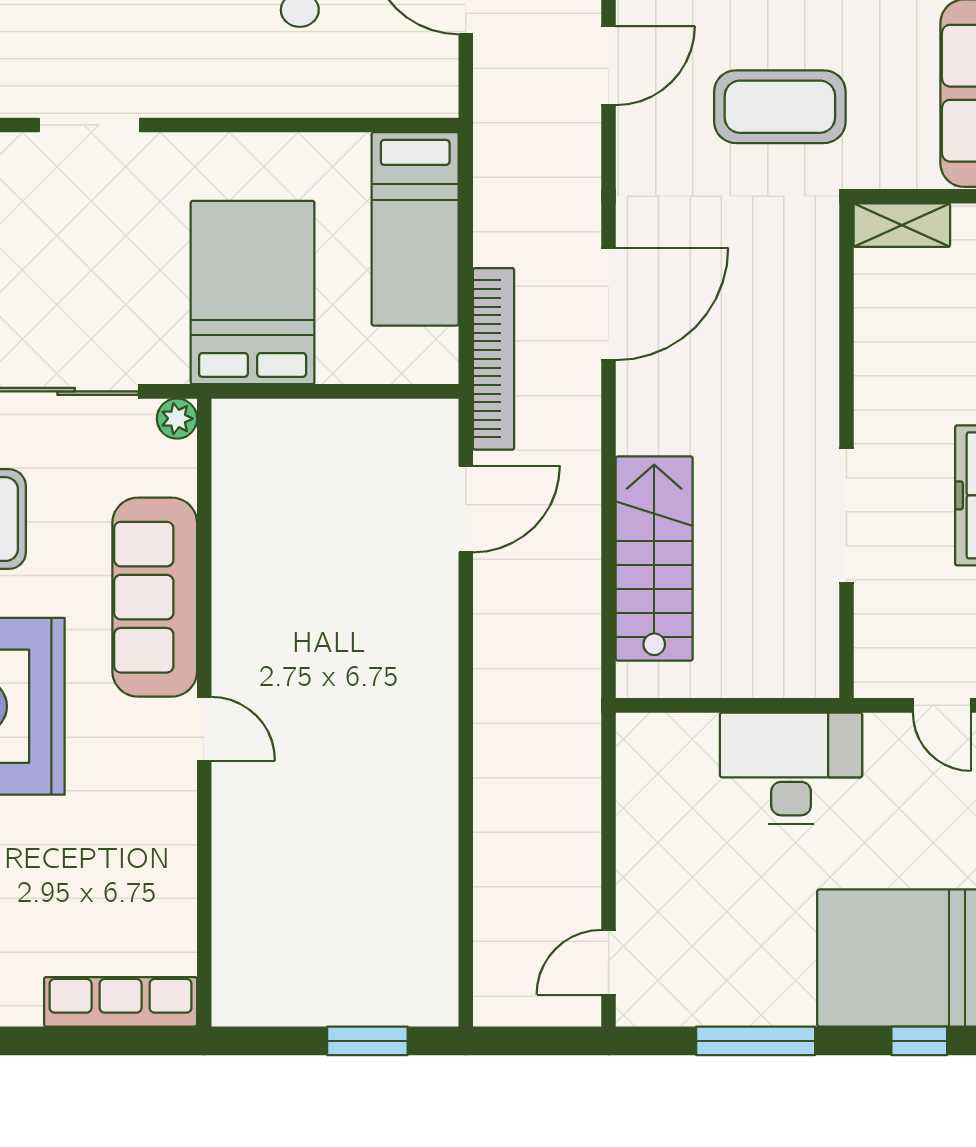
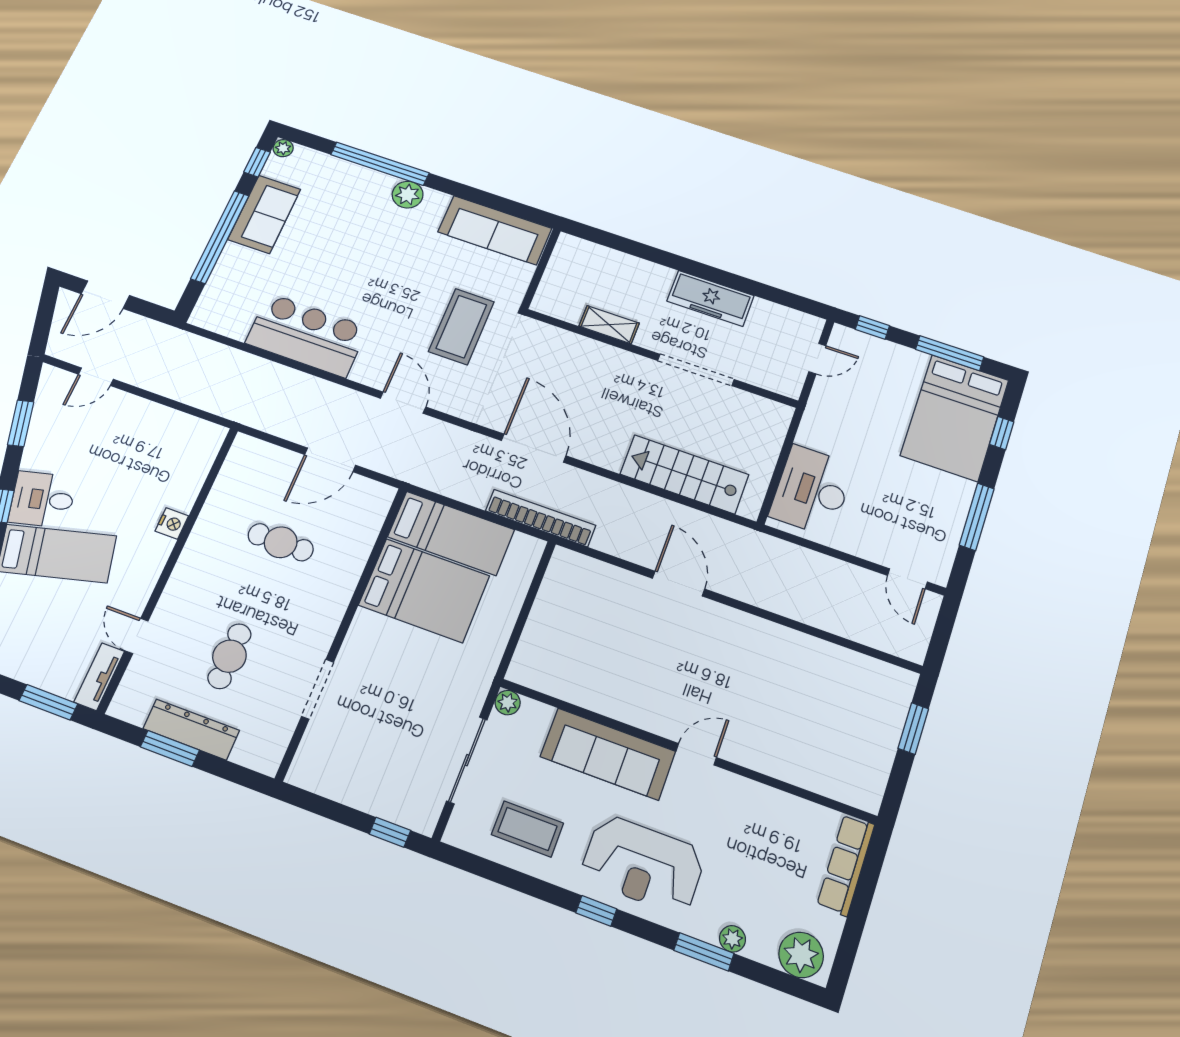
shelving: (902, 225) -> (609, 325), moved, turned 90
bed: (253, 293) -> (424, 590), moved, turned 180
door: (466, 509) -> (679, 584), moved
desk: (791, 768) -> (812, 490), moved

